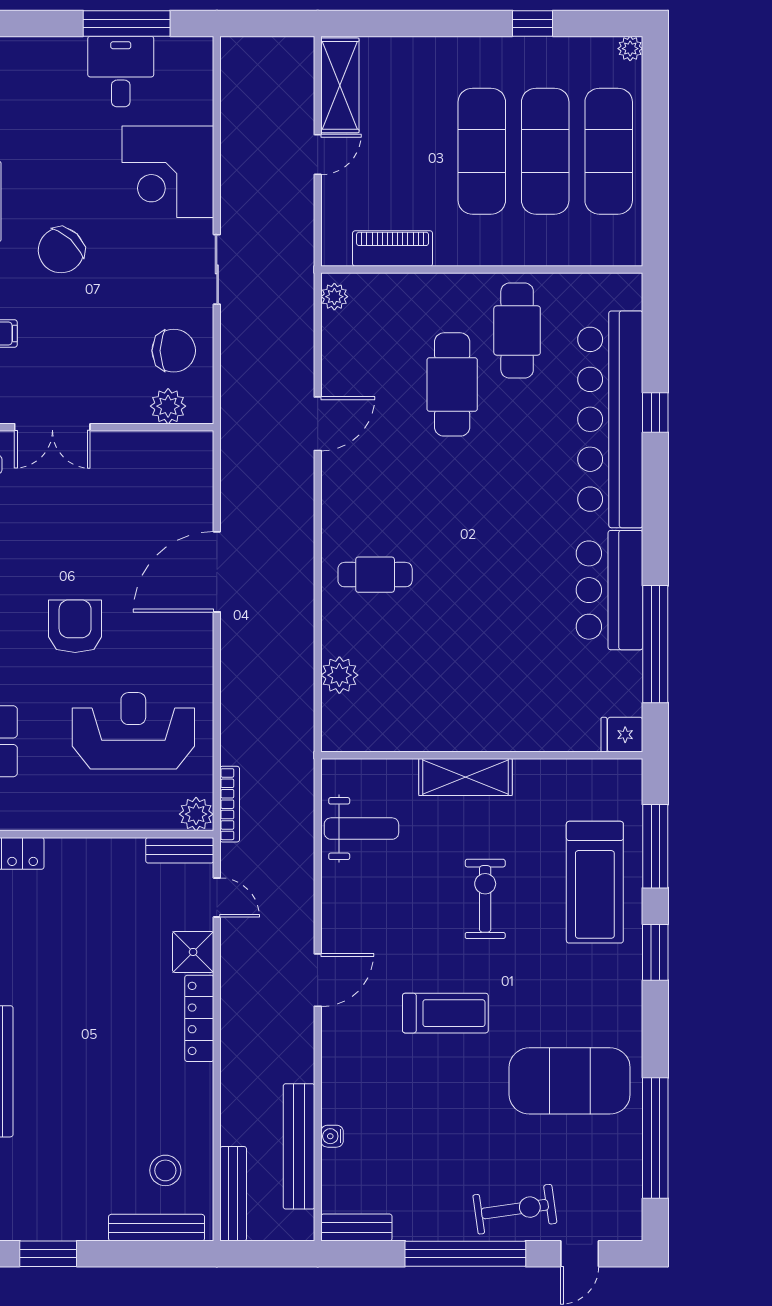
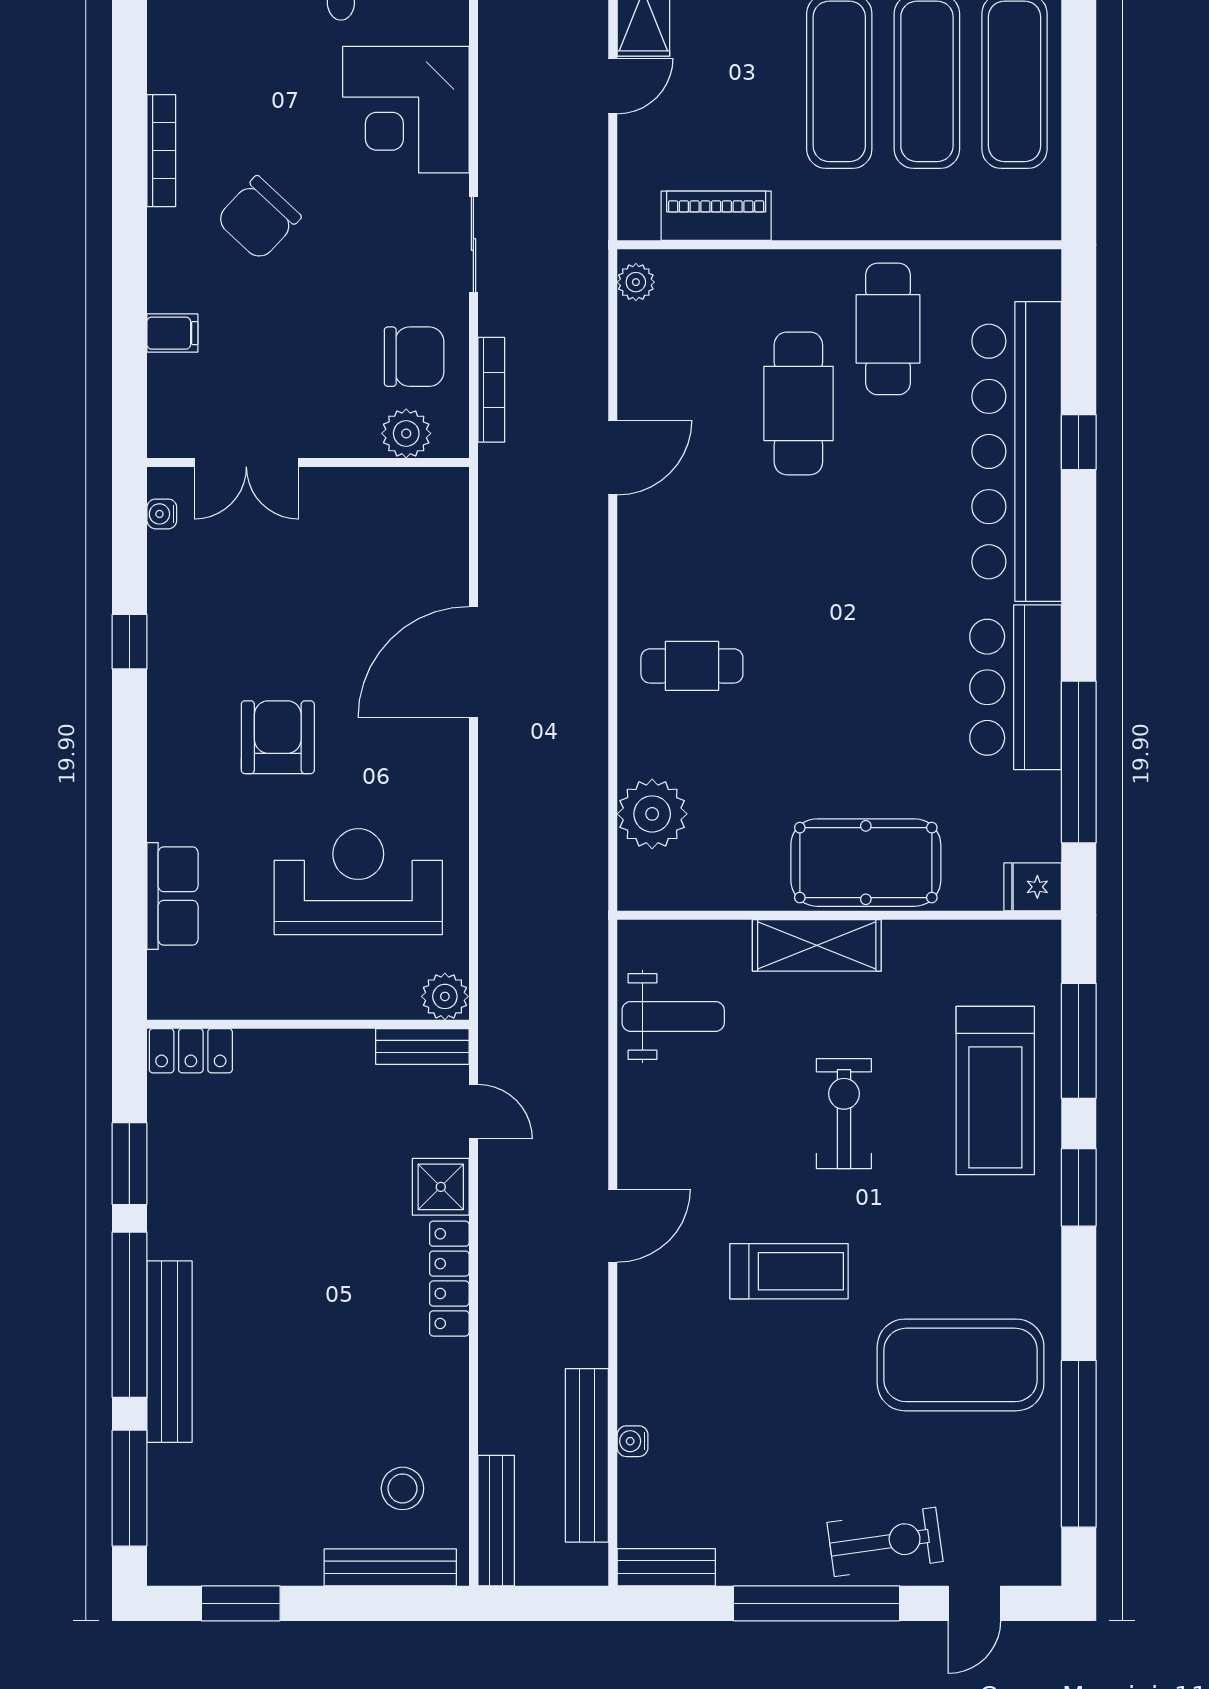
plant: (339, 675) -> (652, 814), width x1.36, depth x1.36
pool table: (501, 717) -> (866, 863), added
bookcase: (230, 804) -> (491, 390), moved

